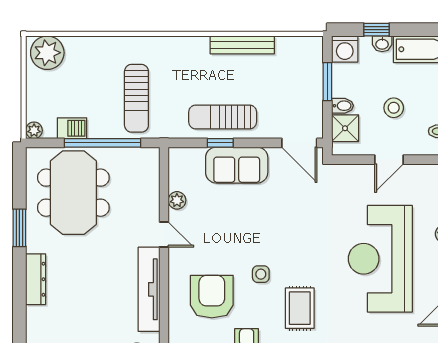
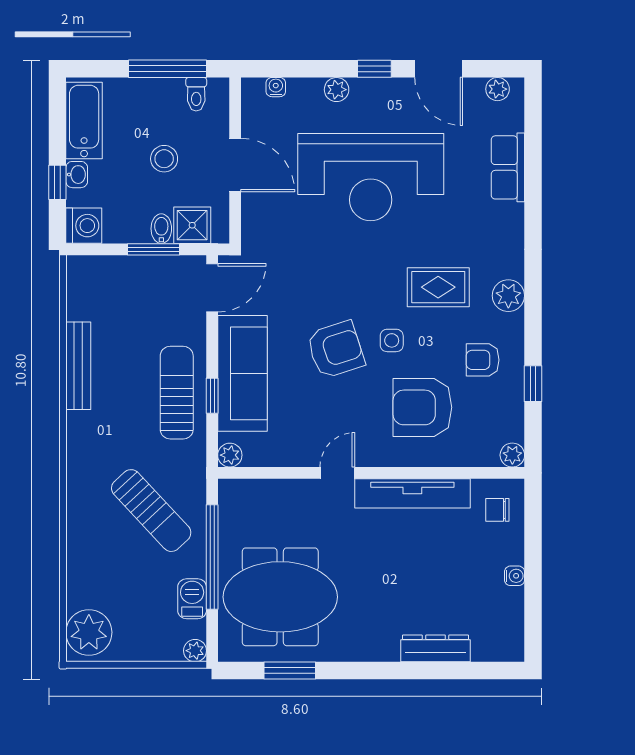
window: (327, 82) -> (153, 249), moved
sun lounger: (136, 98) -> (151, 511), turned 47
sun lounger: (223, 117) -> (177, 393), turned 180
door: (389, 160) -> (235, 165), width x1.38
sofa: (237, 165) -> (242, 373), width x1.36
plant: (177, 200) -> (230, 455), moved
window: (19, 228) -> (290, 671), moved
armchair: (254, 233) -> (336, 350), added
dresser: (36, 279) -> (436, 648), moved

